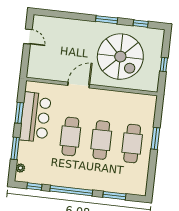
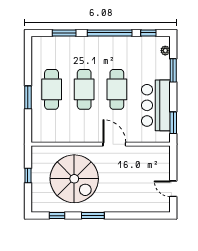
spiral stairs: (120, 57) -> (74, 179), turned 180
door: (79, 85) -> (114, 144), swing flipped
window: (19, 113) -> (173, 123), moved

